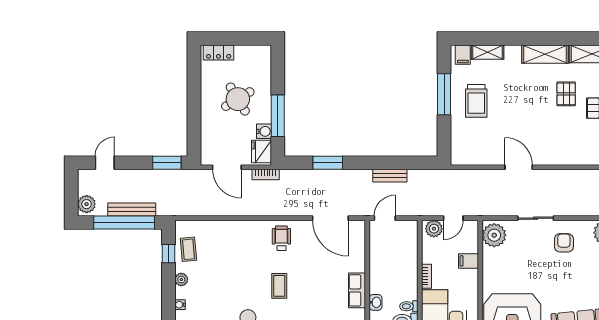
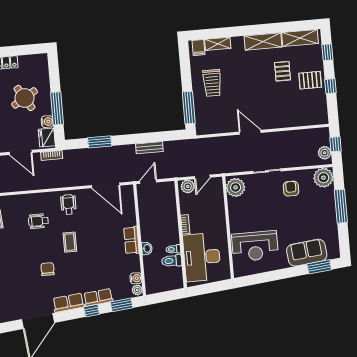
window: (444, 94) -> (189, 108), moved
wheelchair: (242, 256) -> (38, 221), added
filing cabinet: (468, 261) -> (217, 209), removed

